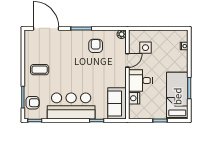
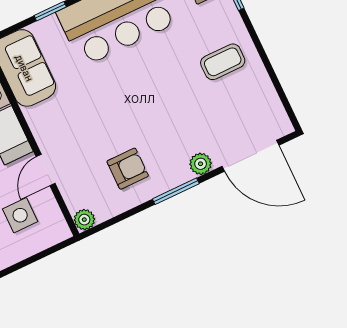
plant: (67, 34) -> (201, 164), added
armchair: (96, 46) -> (128, 169), turned -90

